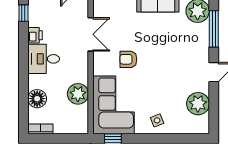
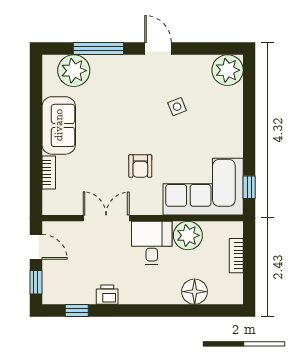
desk: (44, 59) -> (152, 243), moved, turned 180
plant: (198, 104) -> (228, 70), moved
side table: (157, 120) -> (177, 107), moved
bookcase: (40, 129) -> (236, 256), moved

